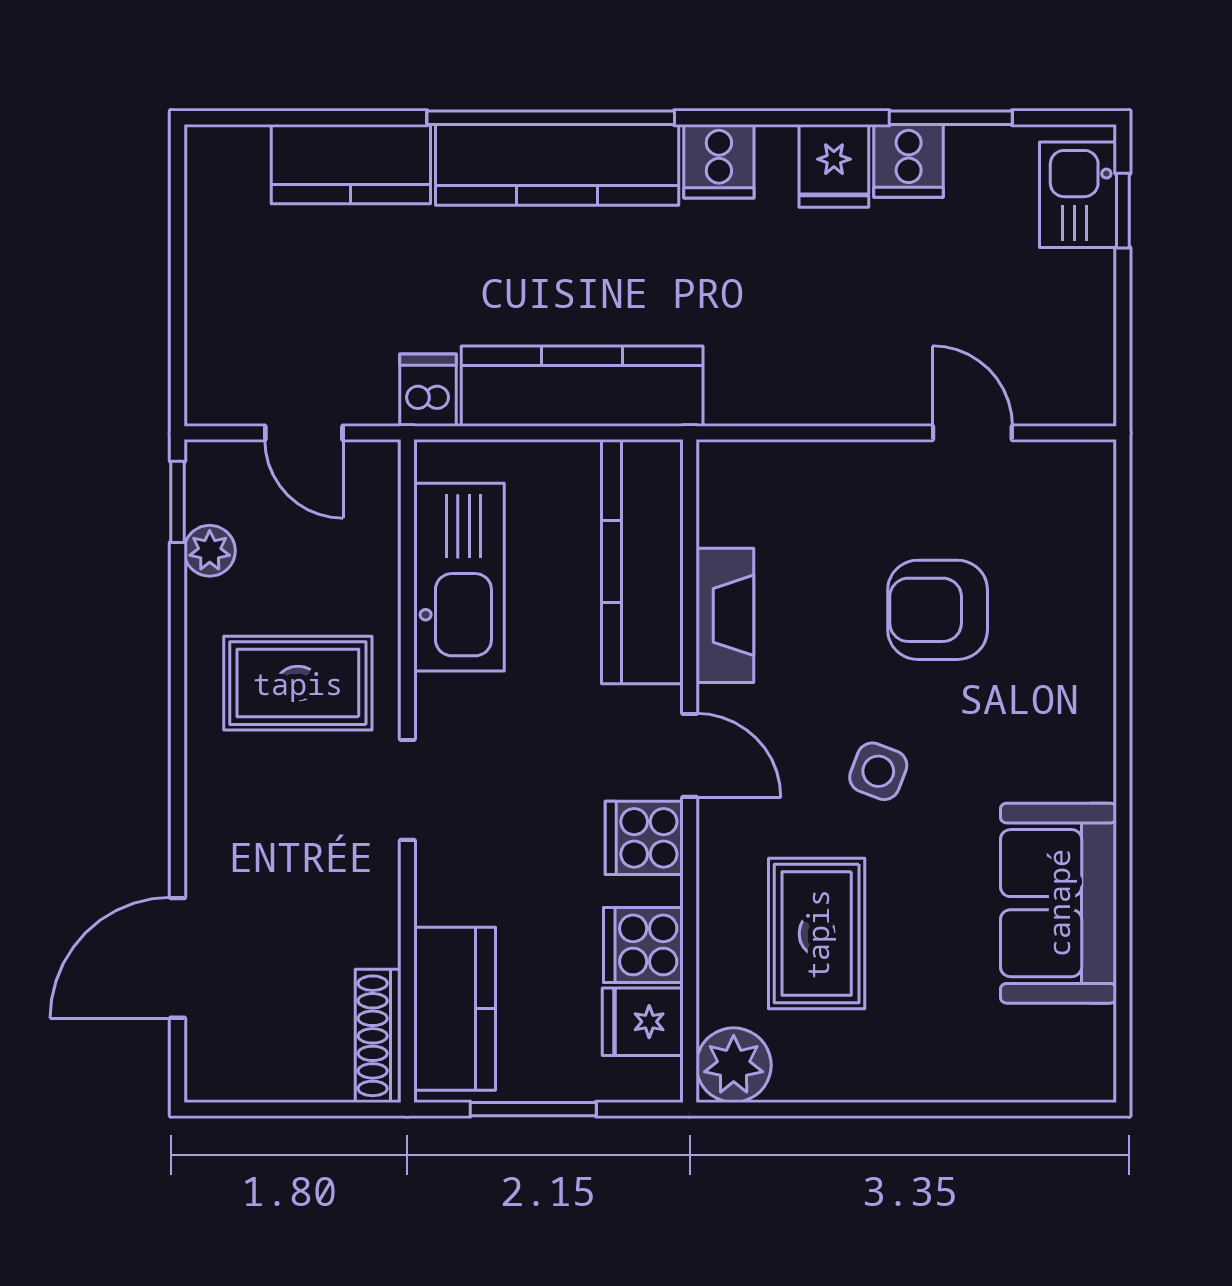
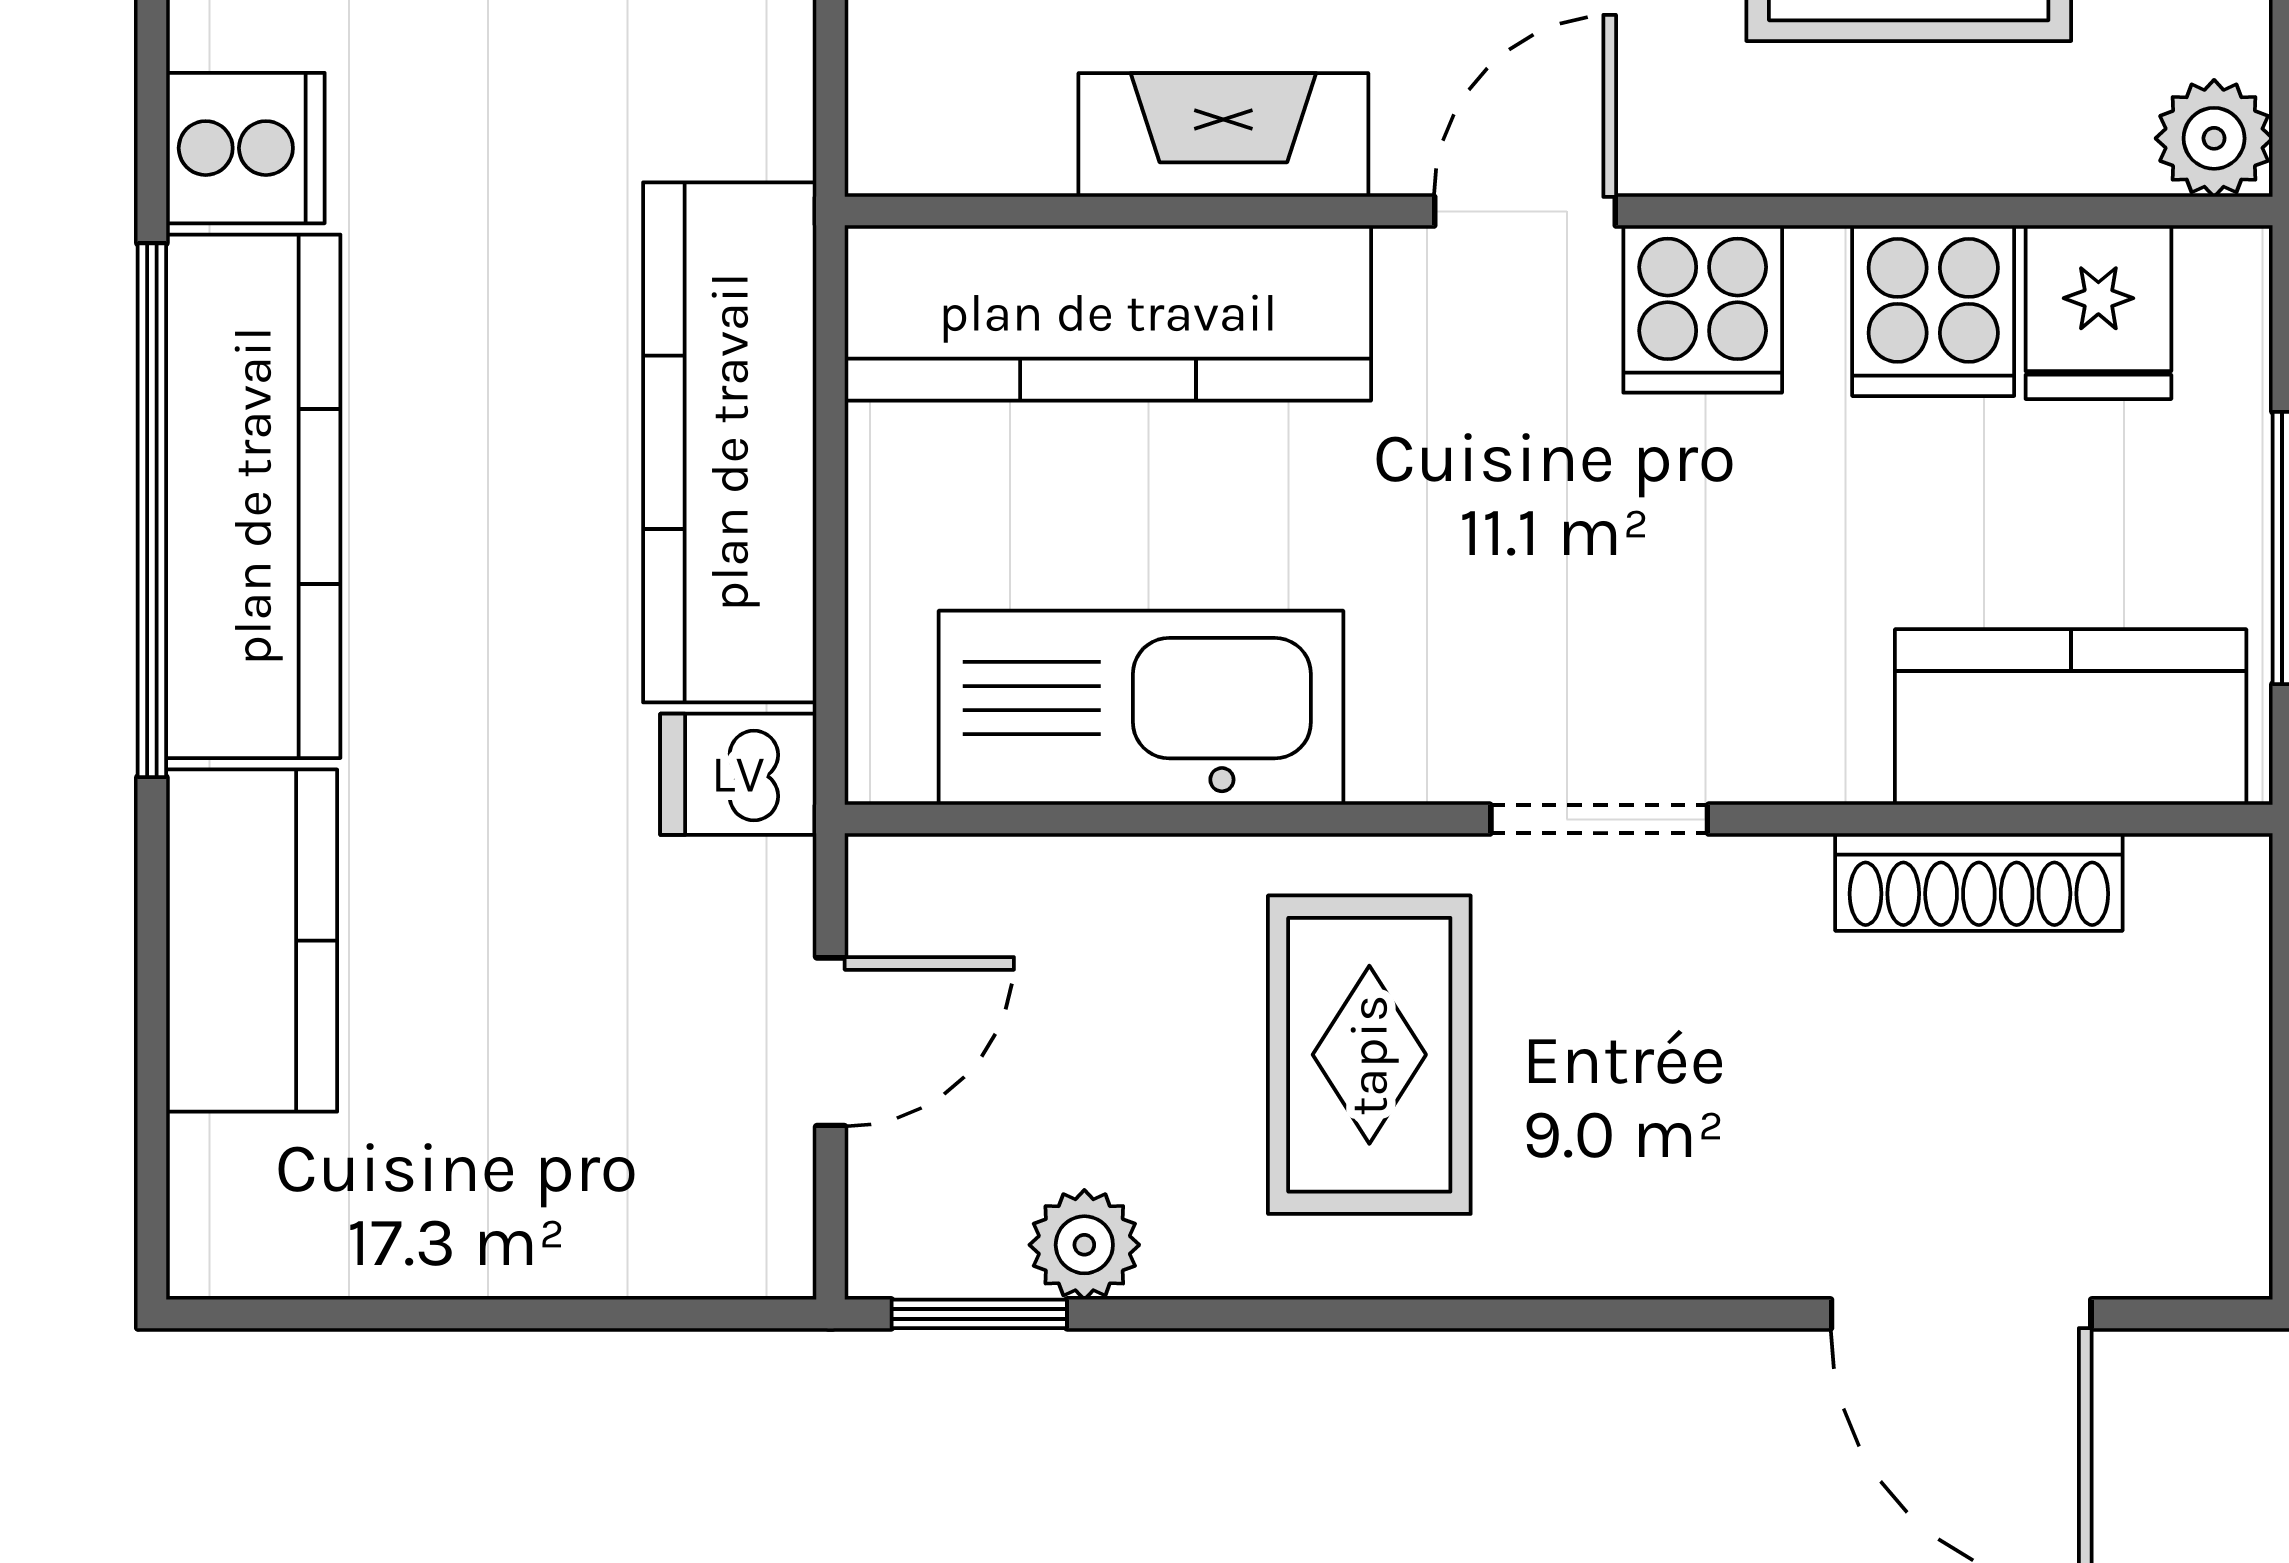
shoe rack: (378, 1036) -> (1979, 882), moved
plant: (734, 1065) -> (2214, 138), width x0.73, depth x0.73

